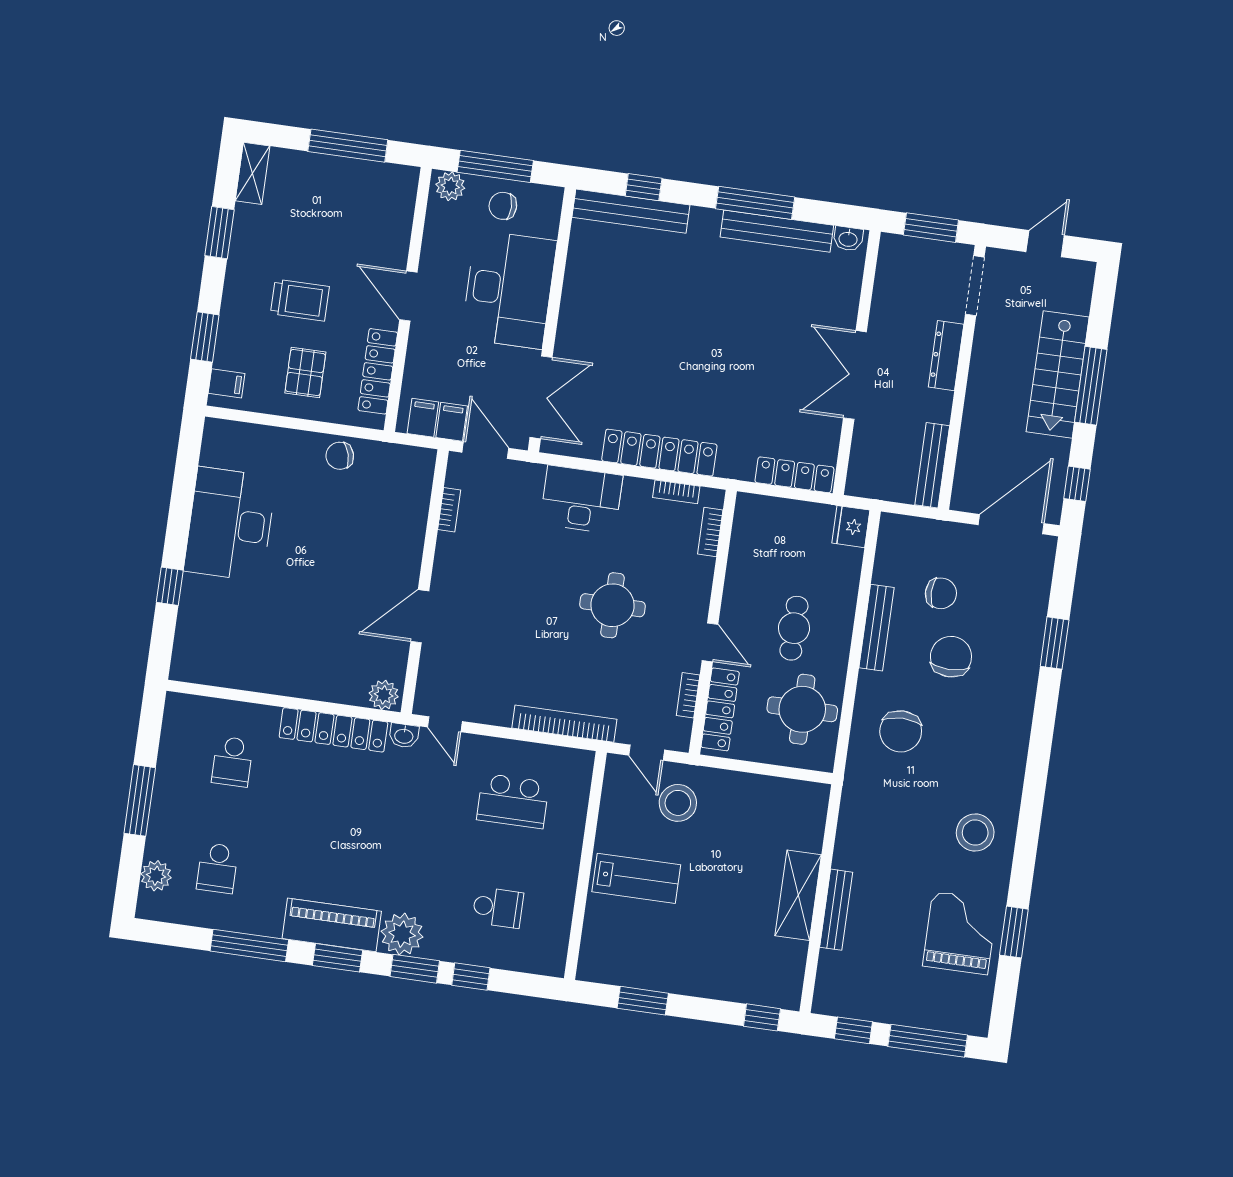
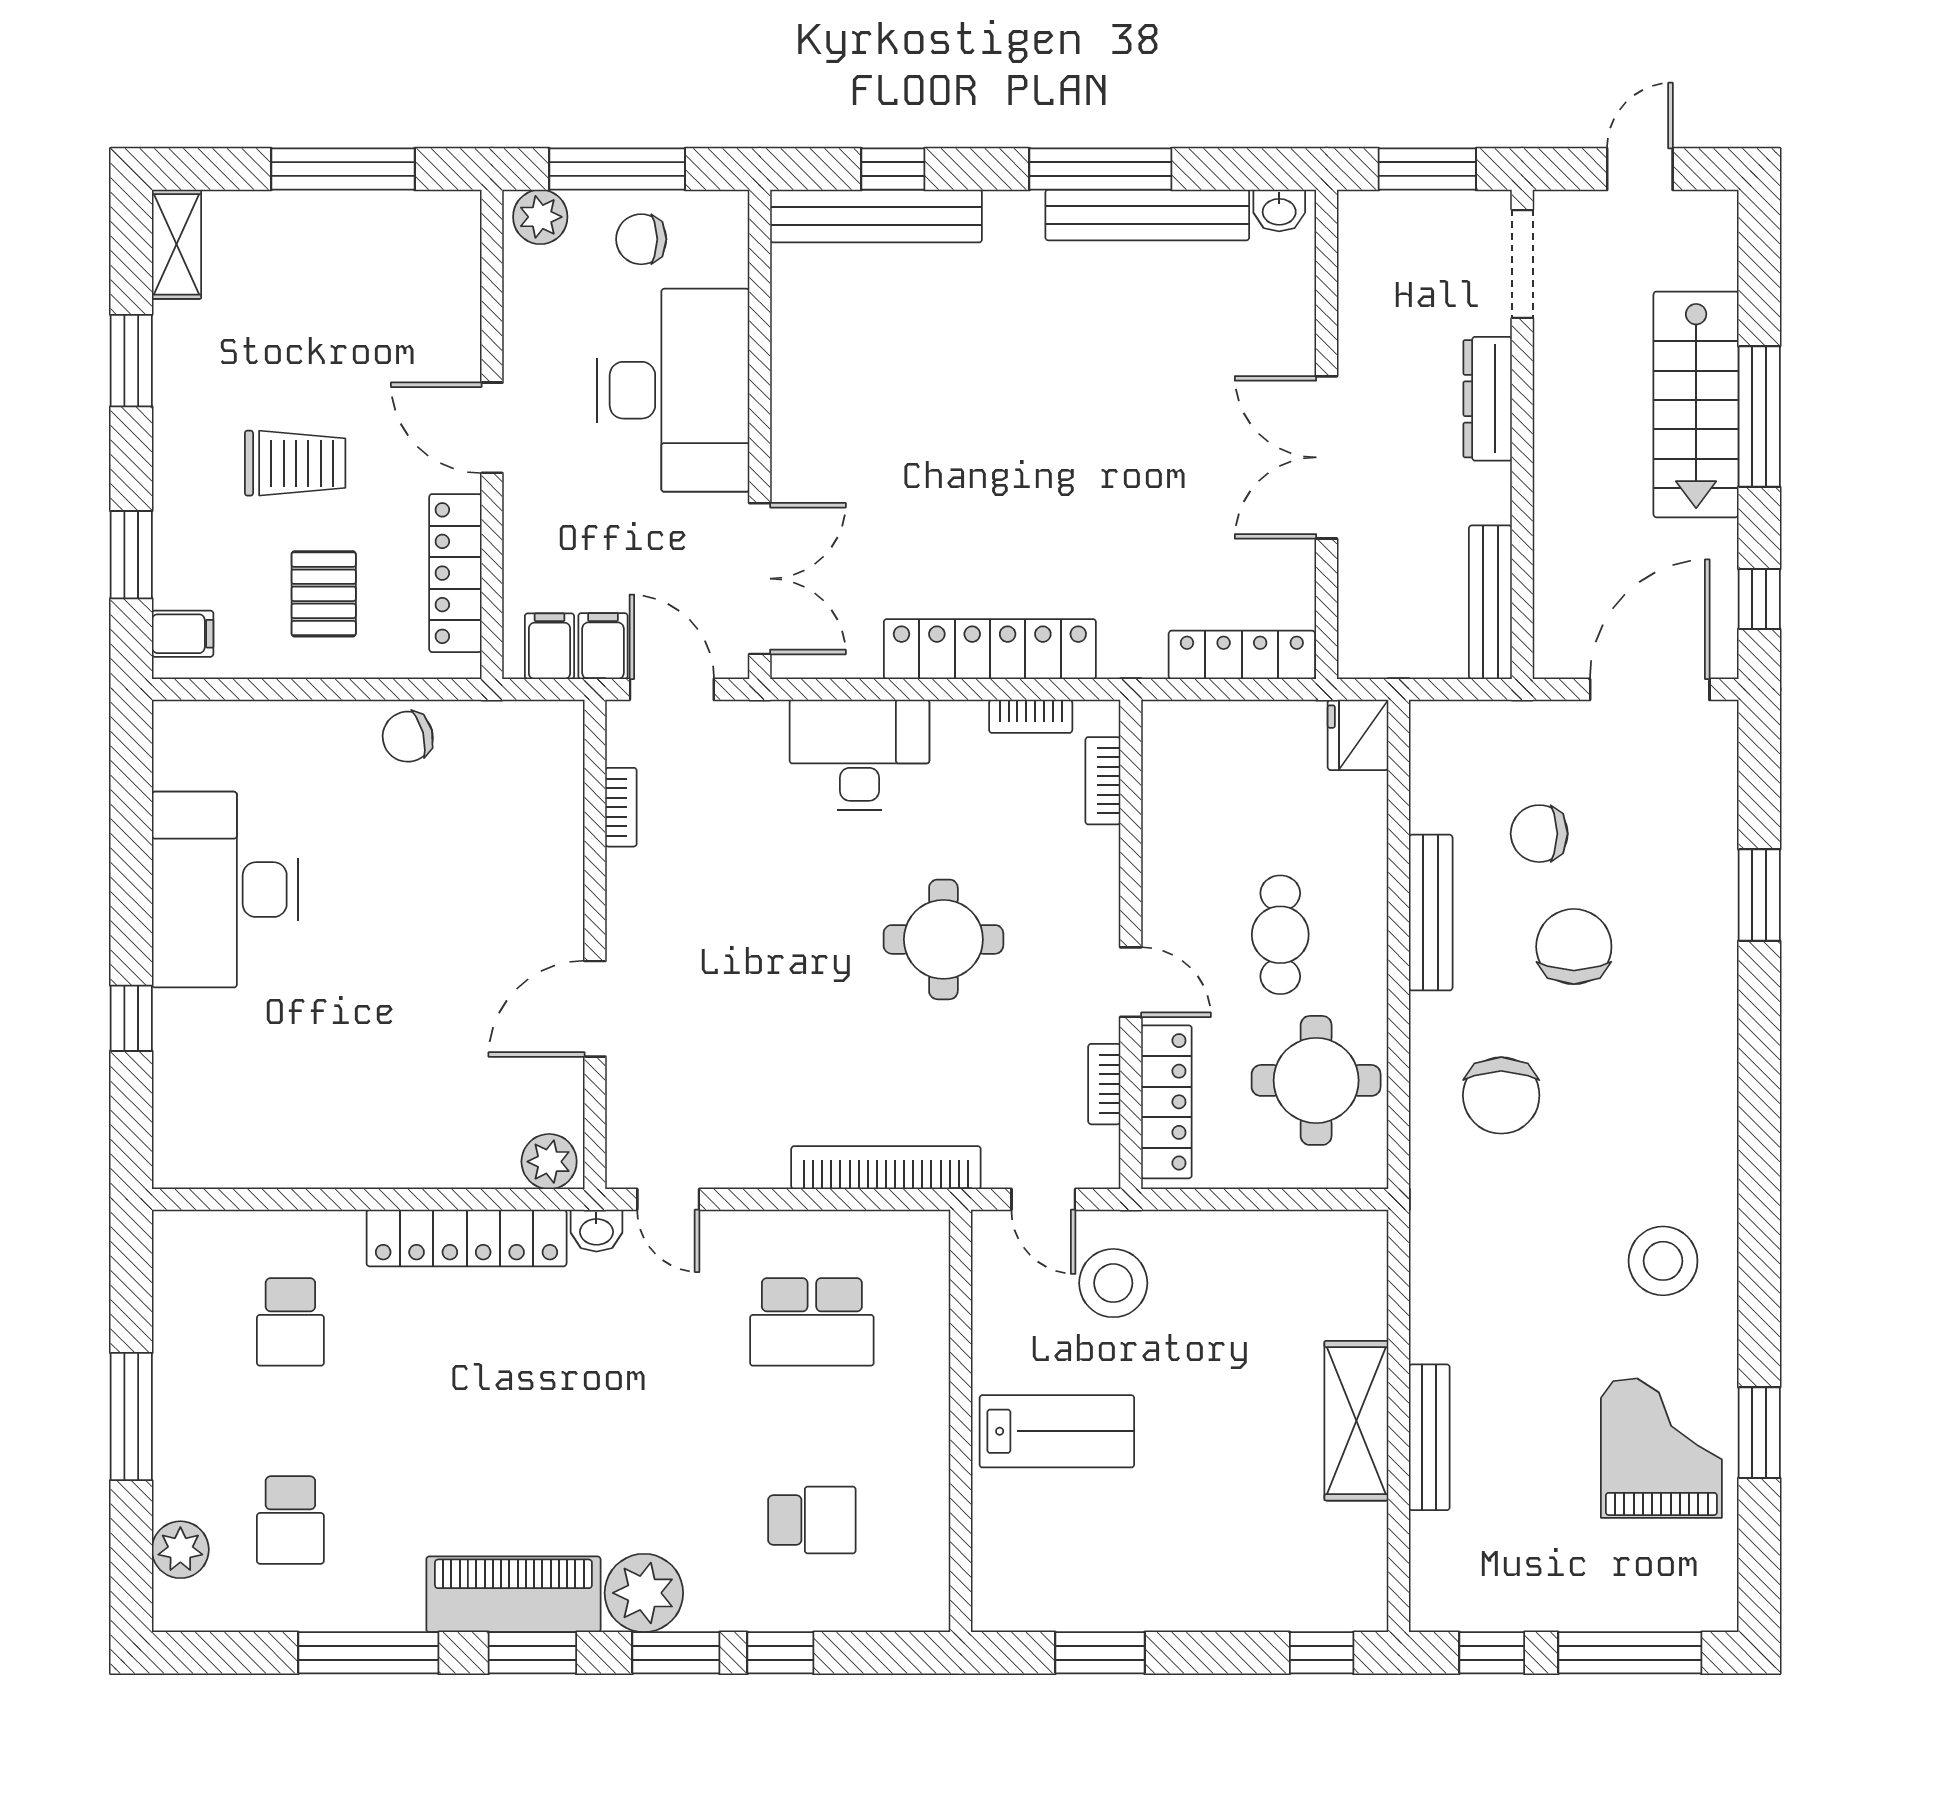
chair: (941, 593) -> (1539, 834), turned 180

